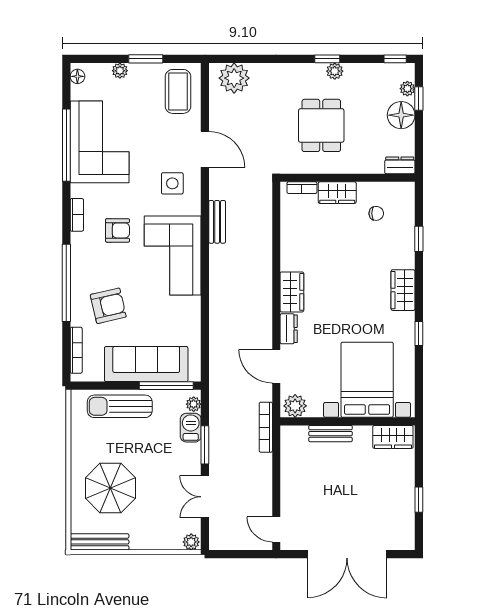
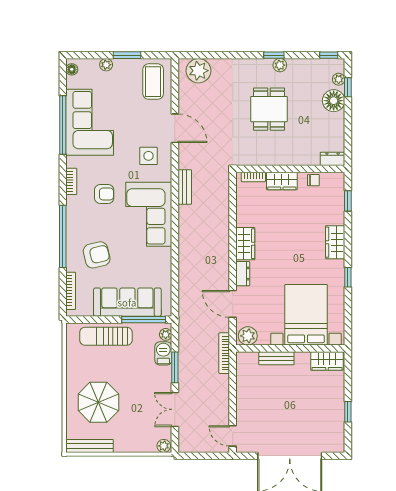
dresser: (400, 165) -> (333, 159), moved
wall: (348, 178) -> (290, 169), moved
bookcase: (302, 188) -> (253, 177), moved
wardrobe: (337, 193) -> (282, 181), moved

